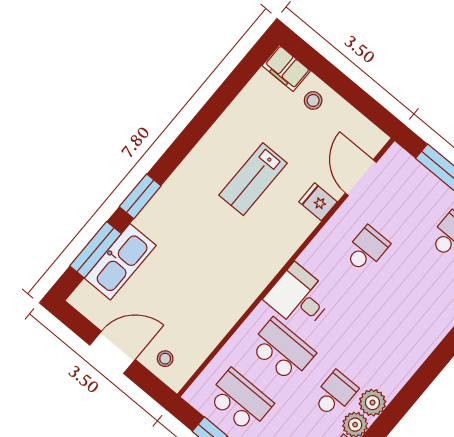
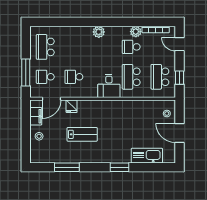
filing cabinet: (286, 68) -> (36, 116), moved
school desk: (409, 199) -> (45, 77), added
window: (95, 250) -> (67, 167), moved
plant: (372, 403) -> (99, 32), moved

